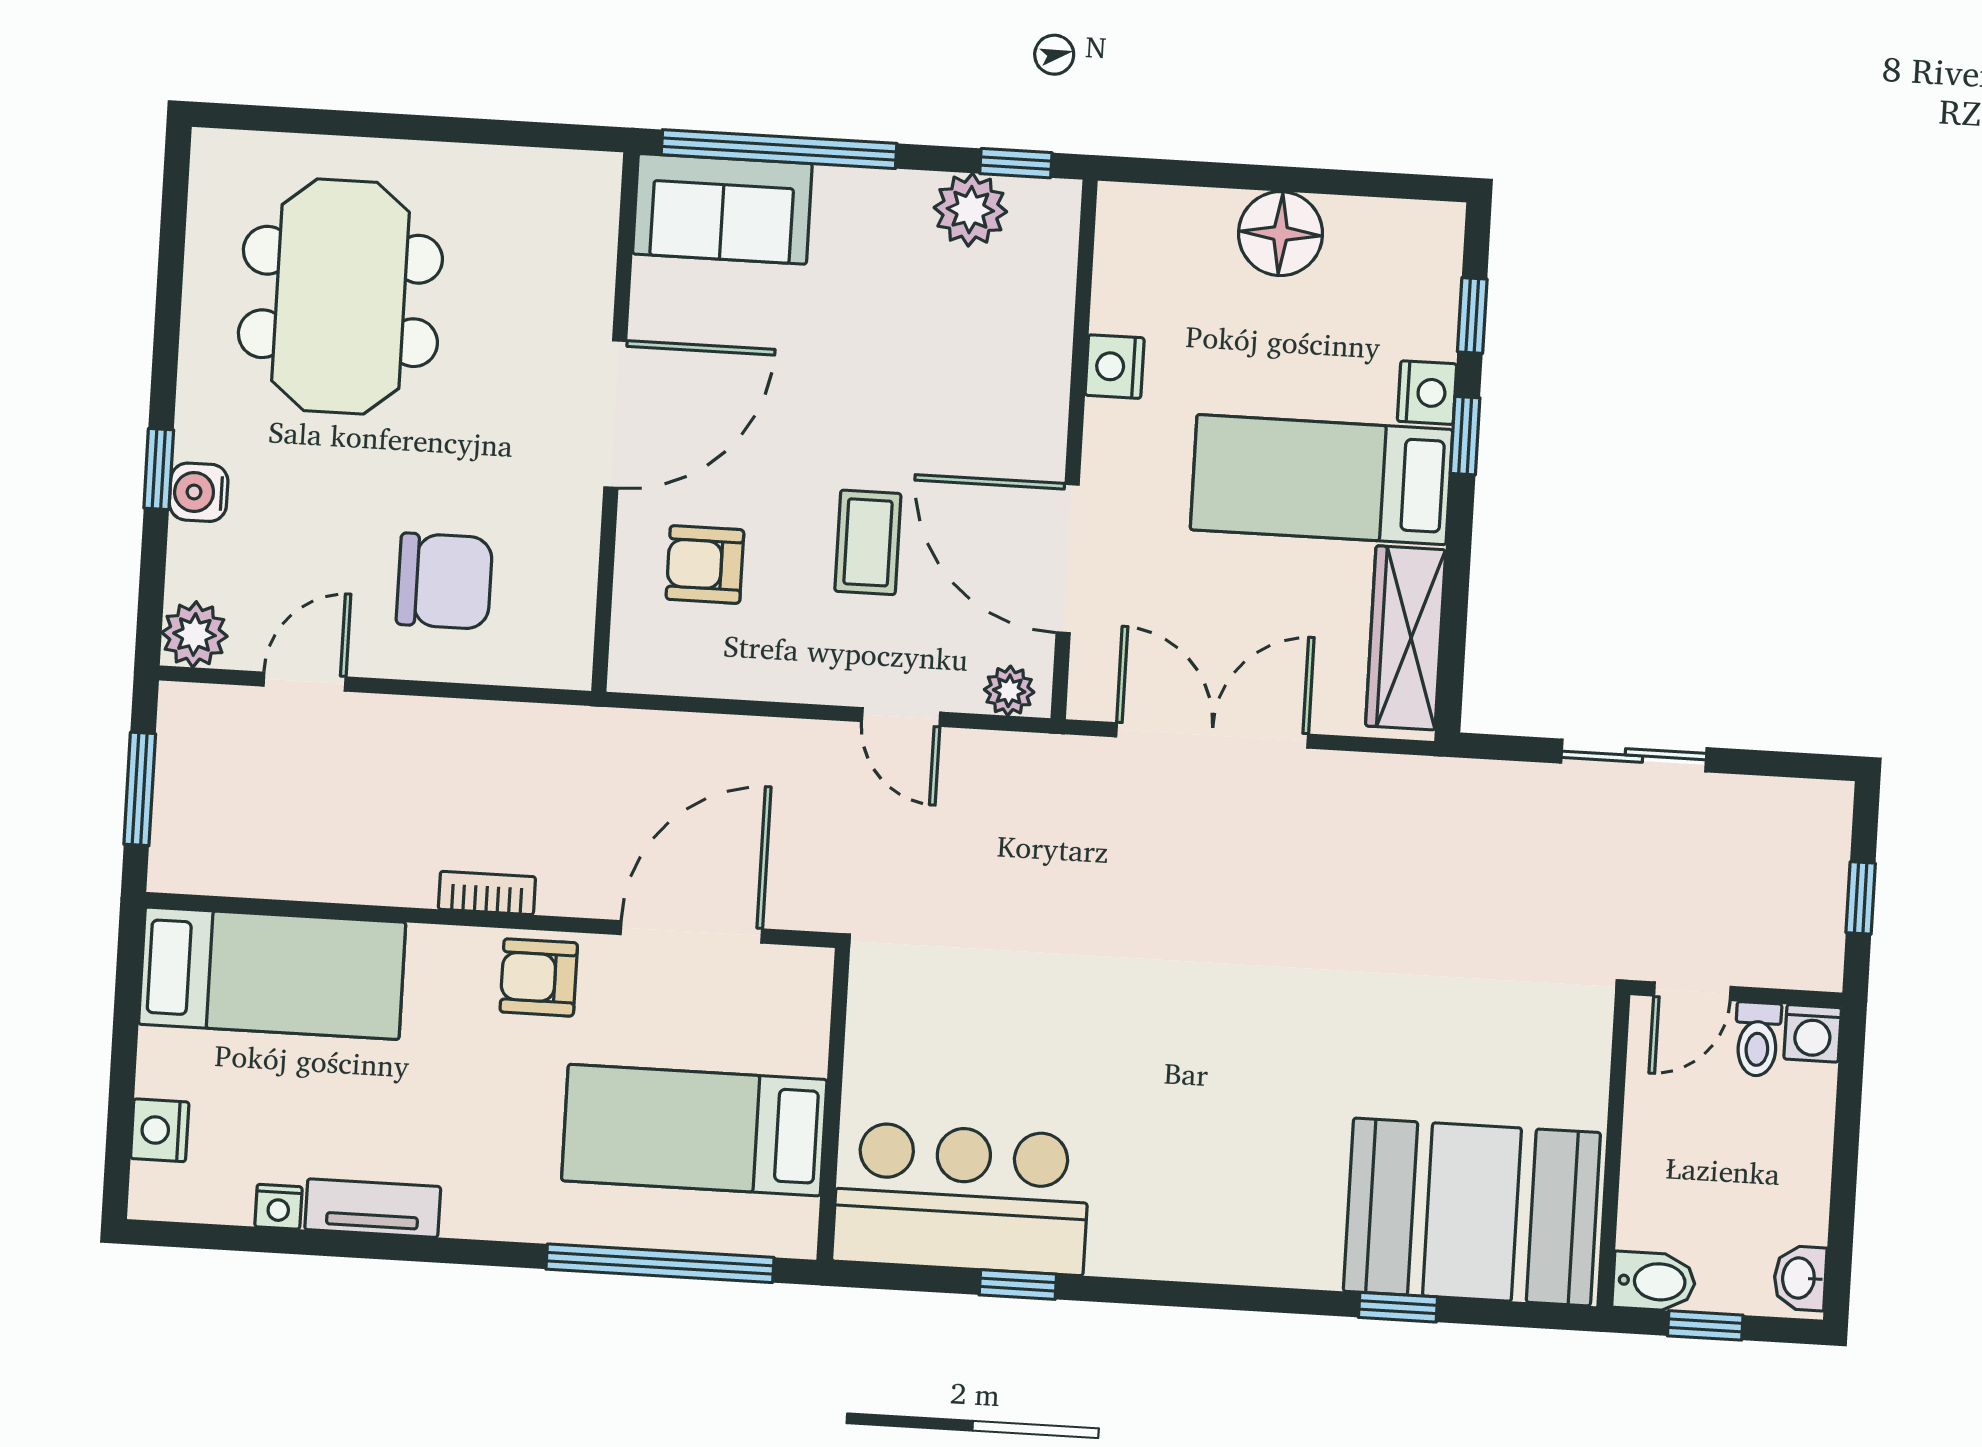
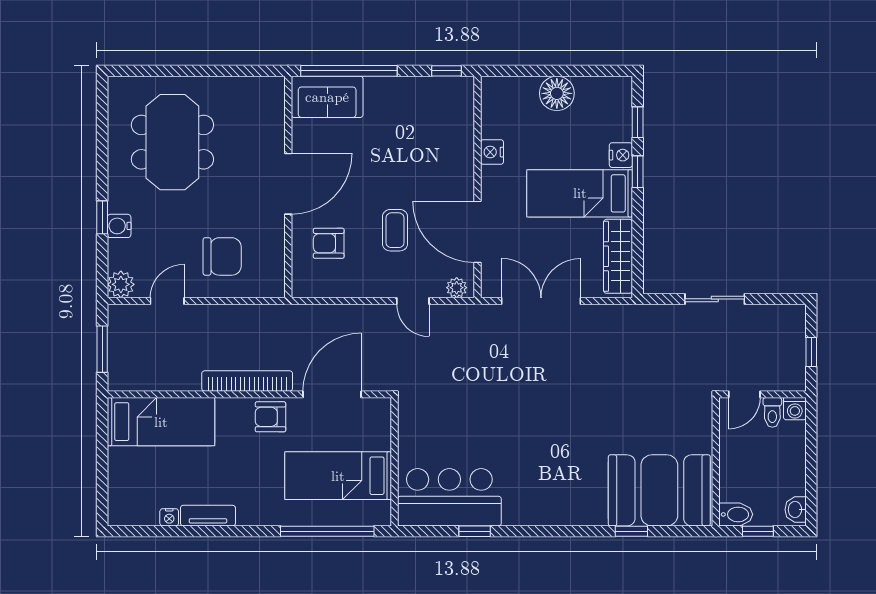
plant: (970, 210) -> (429, 91), removed
bookcase: (487, 893) -> (247, 381), width x2.31, depth x1.31
nightstand: (160, 1130) -> (119, 489), removed

